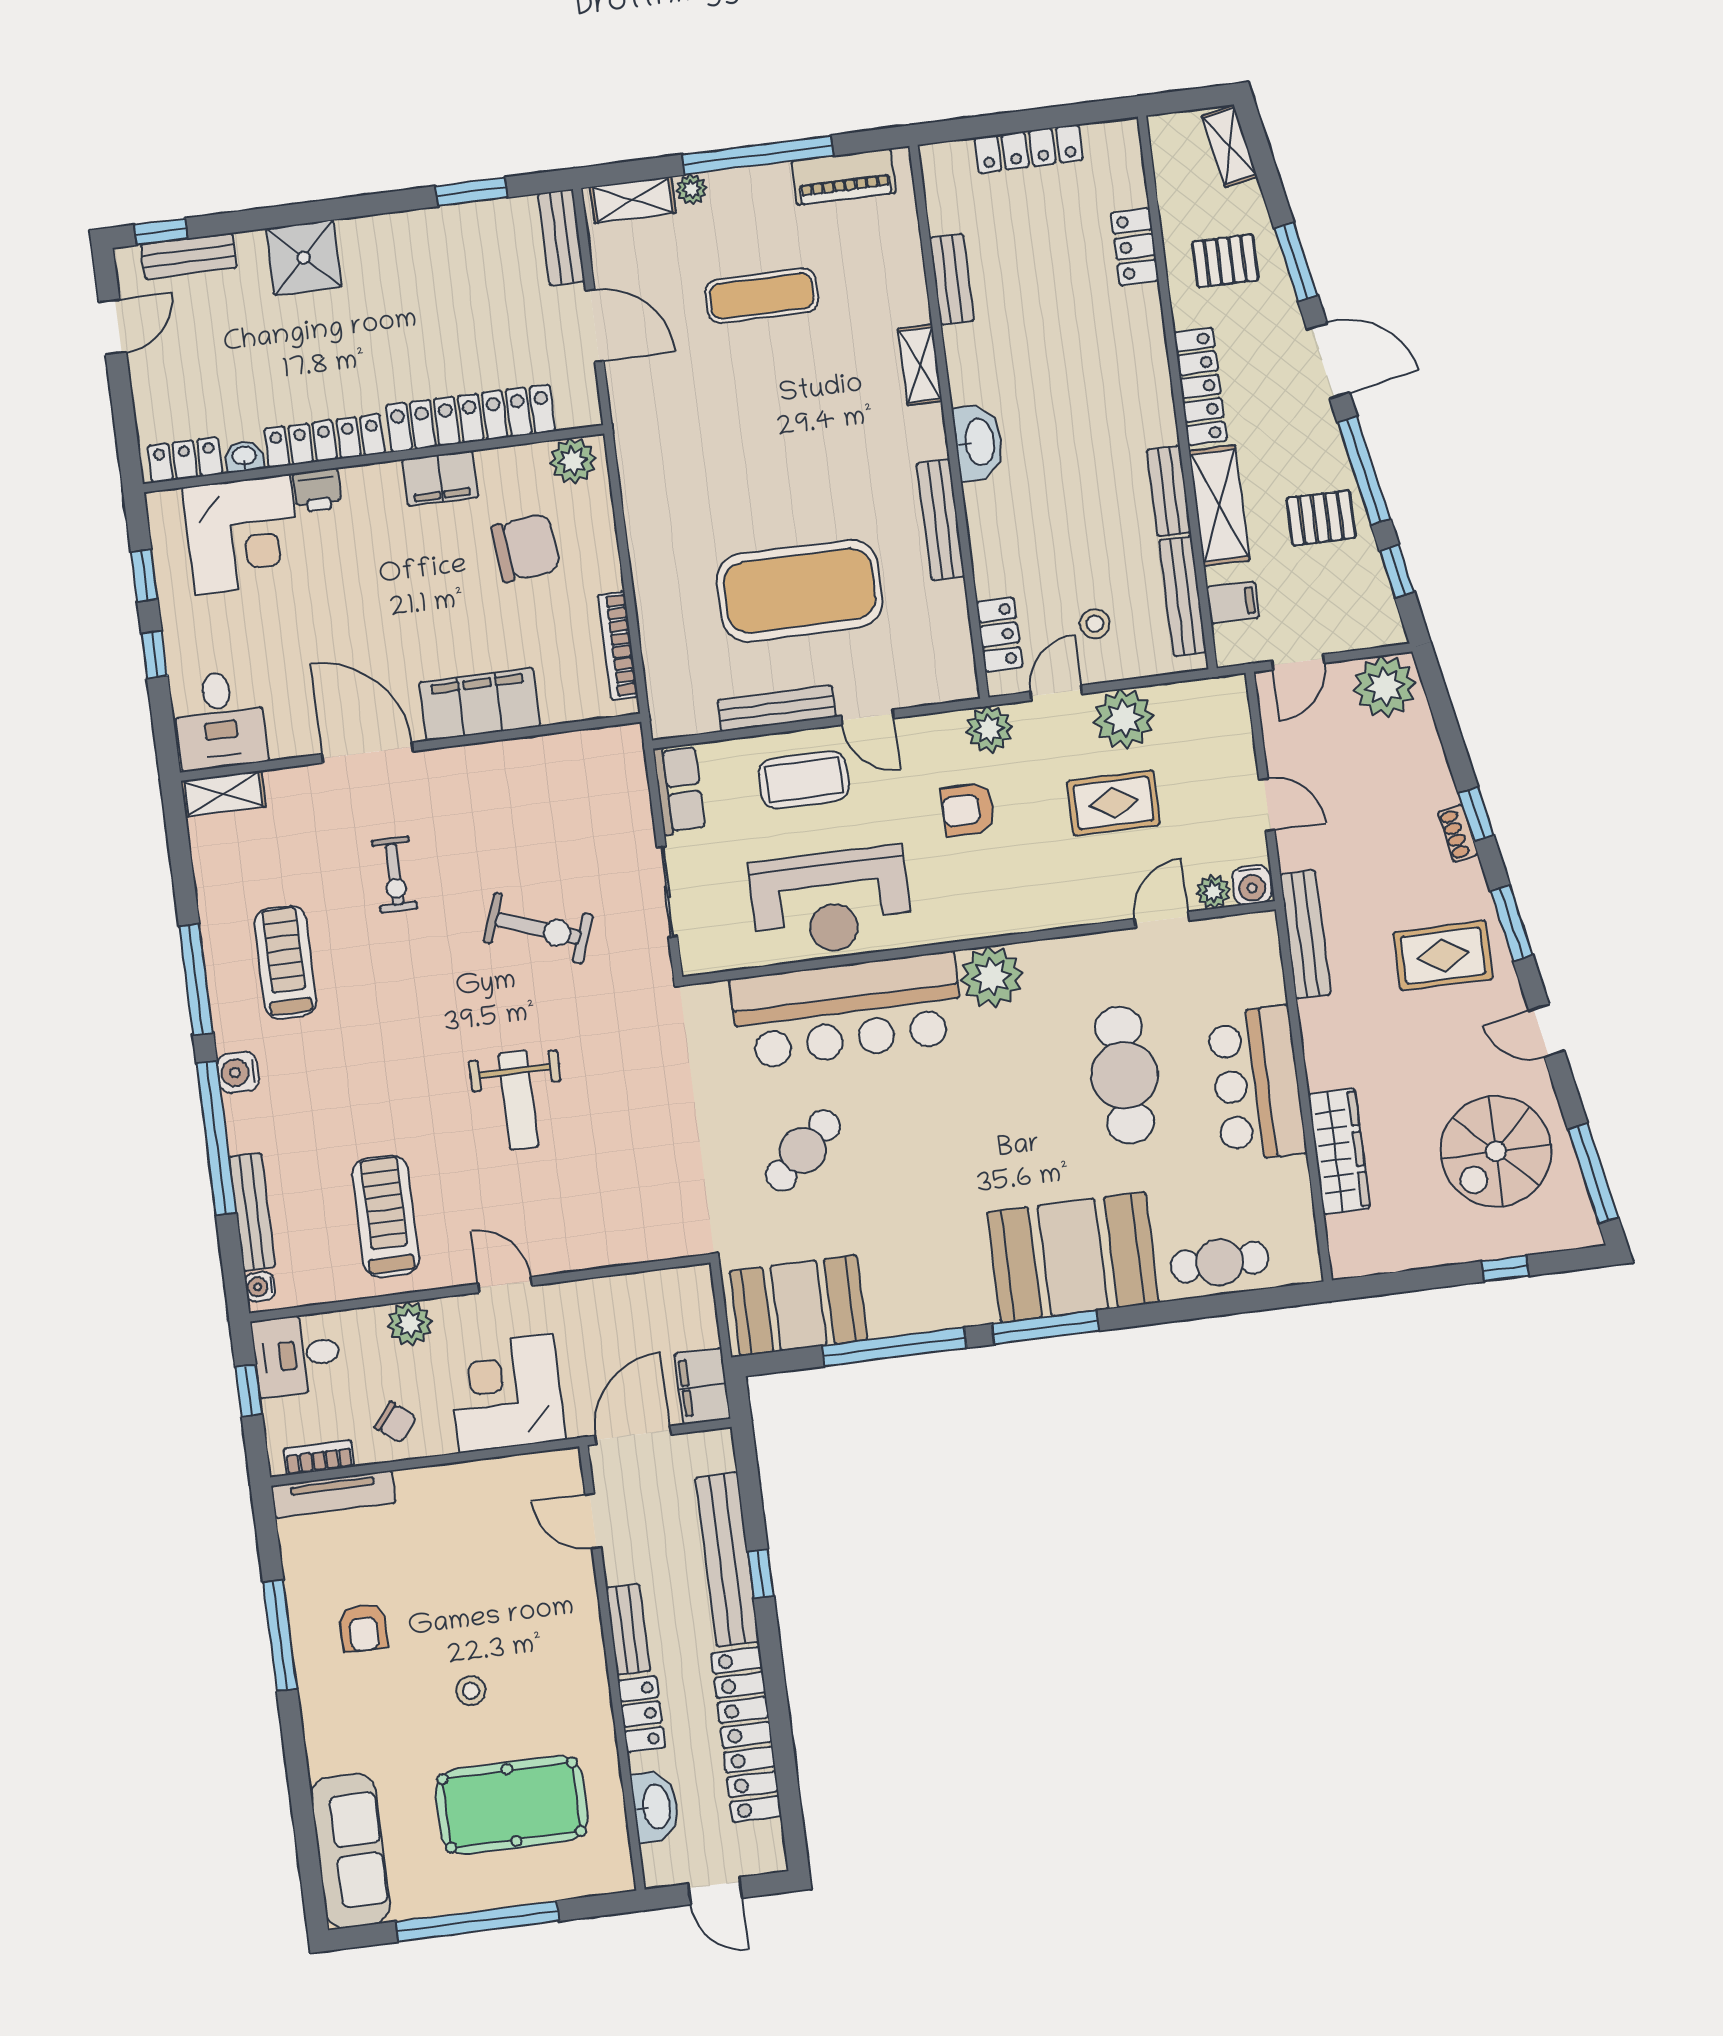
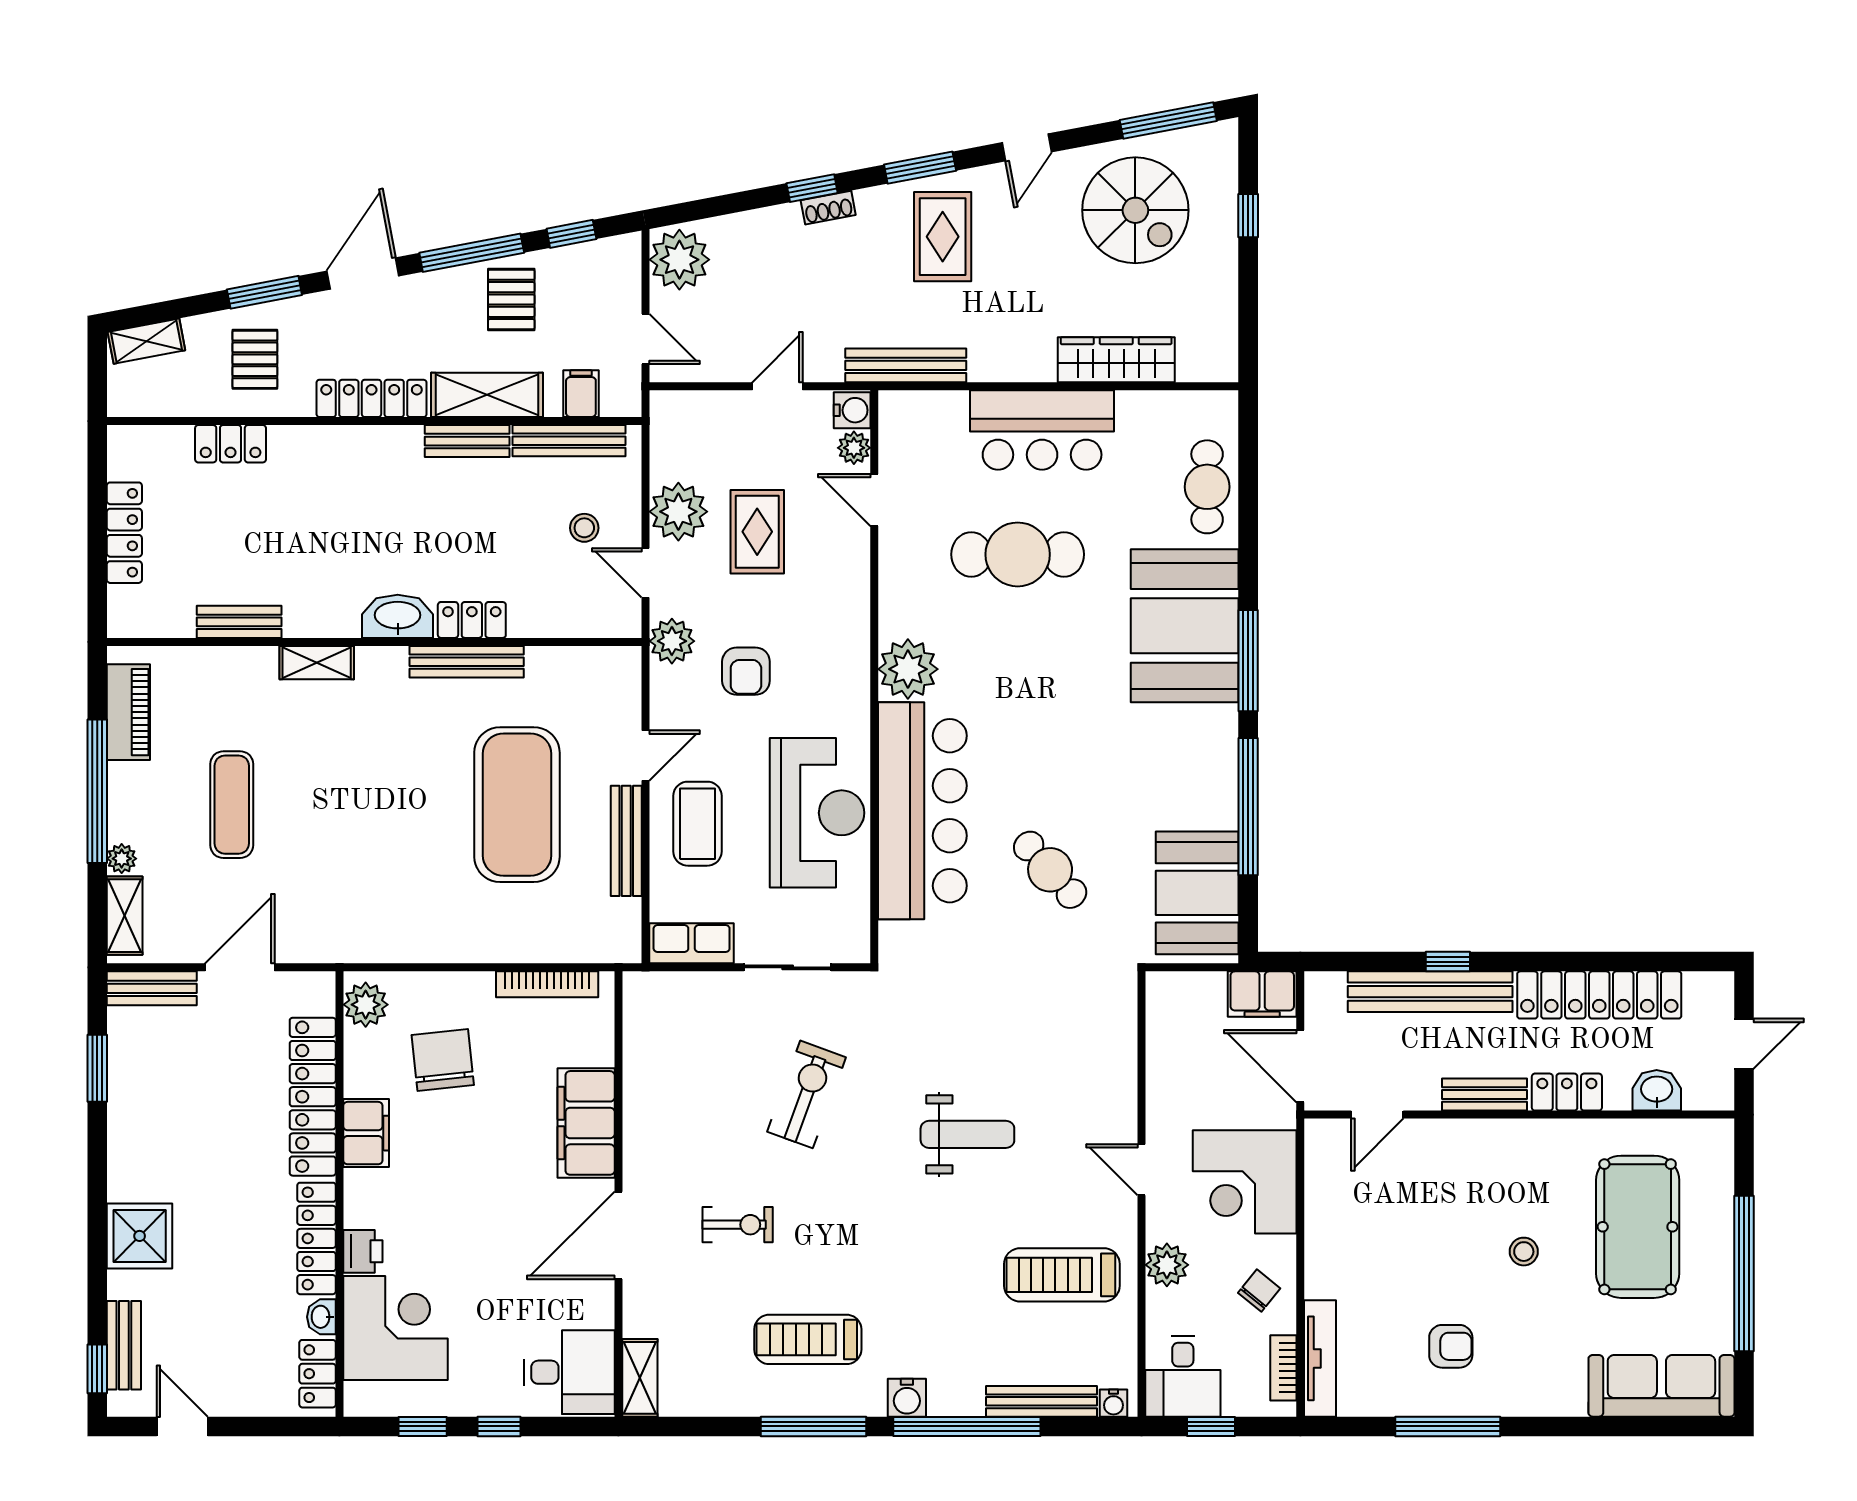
locker: (999, 635) -> (472, 620), moved
door: (505, 1285) -> (1142, 1170), hinge flipped
washbasin: (655, 1807) -> (1657, 1090), width x0.72

